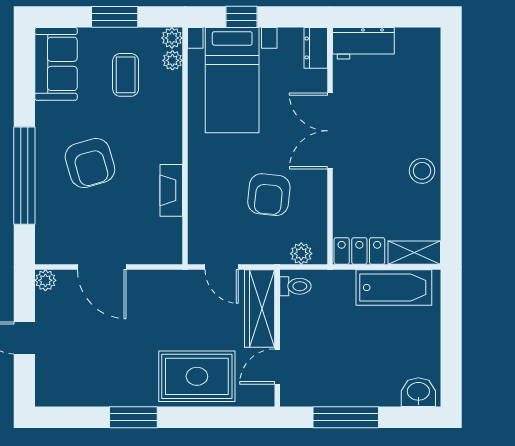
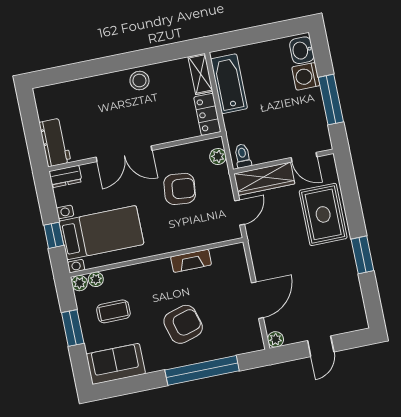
washing machine: (383, 391) -> (306, 76), added

